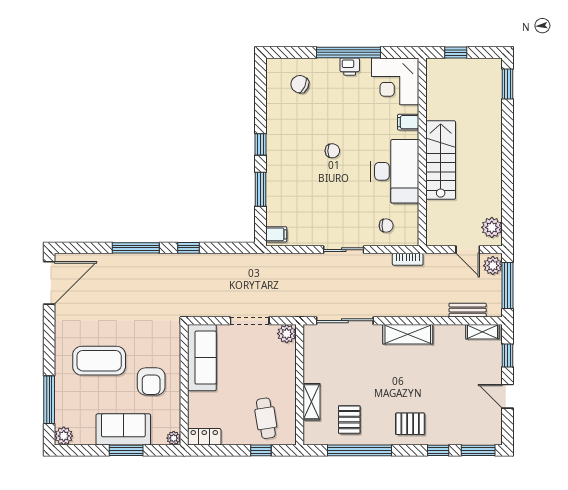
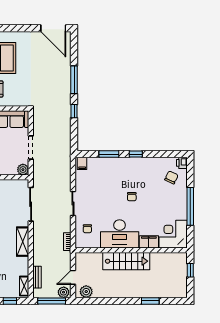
printer: (350, 67) -> (182, 163), moved
window: (507, 84) -> (150, 301), moved
filing cabinet: (408, 122) -> (149, 242), width x2.00

